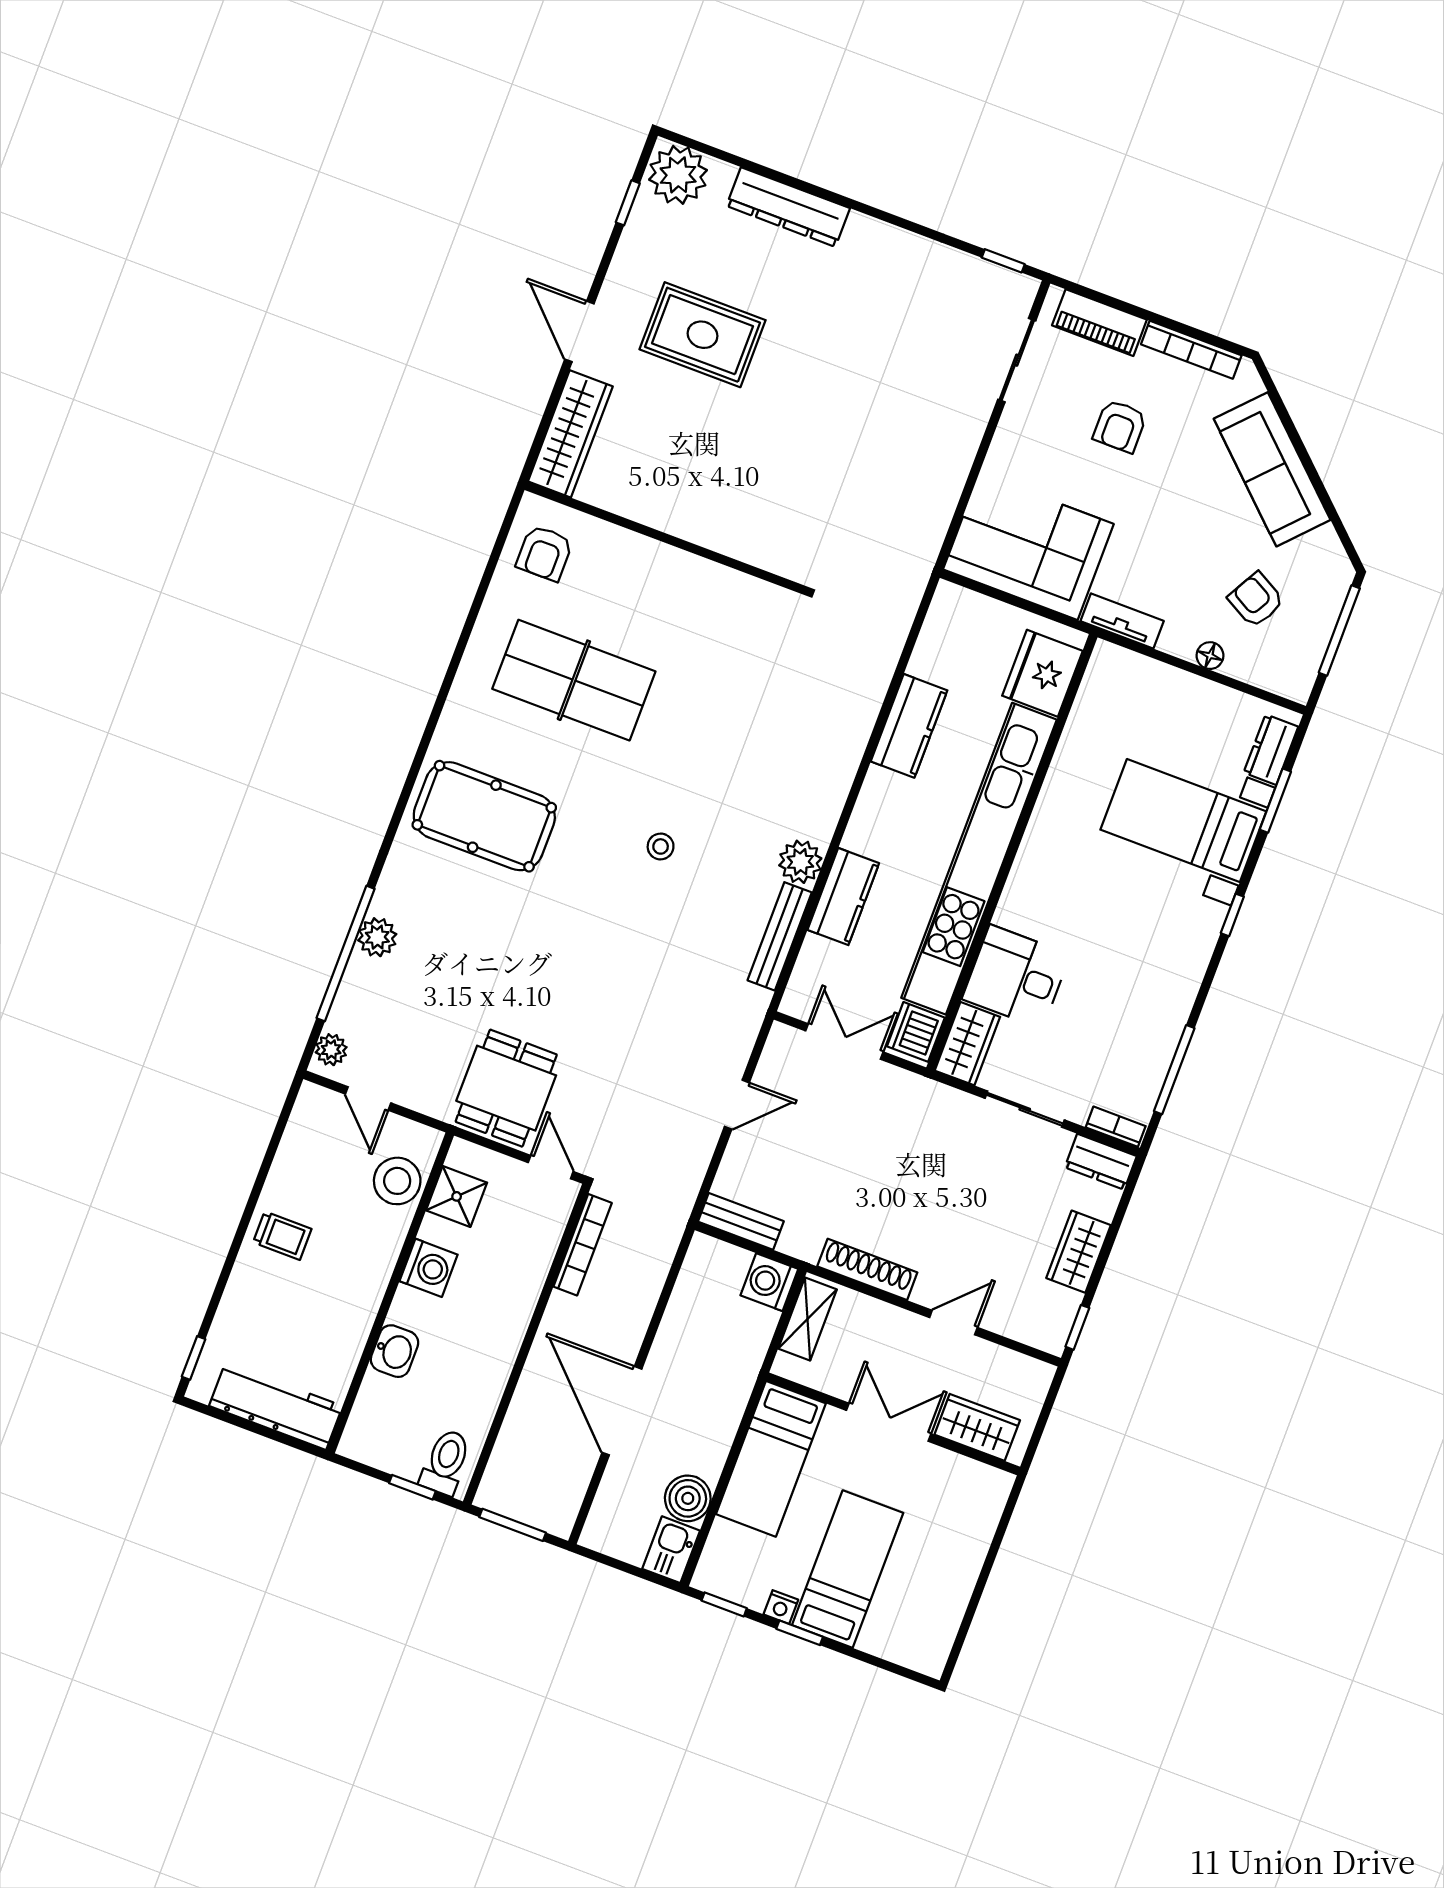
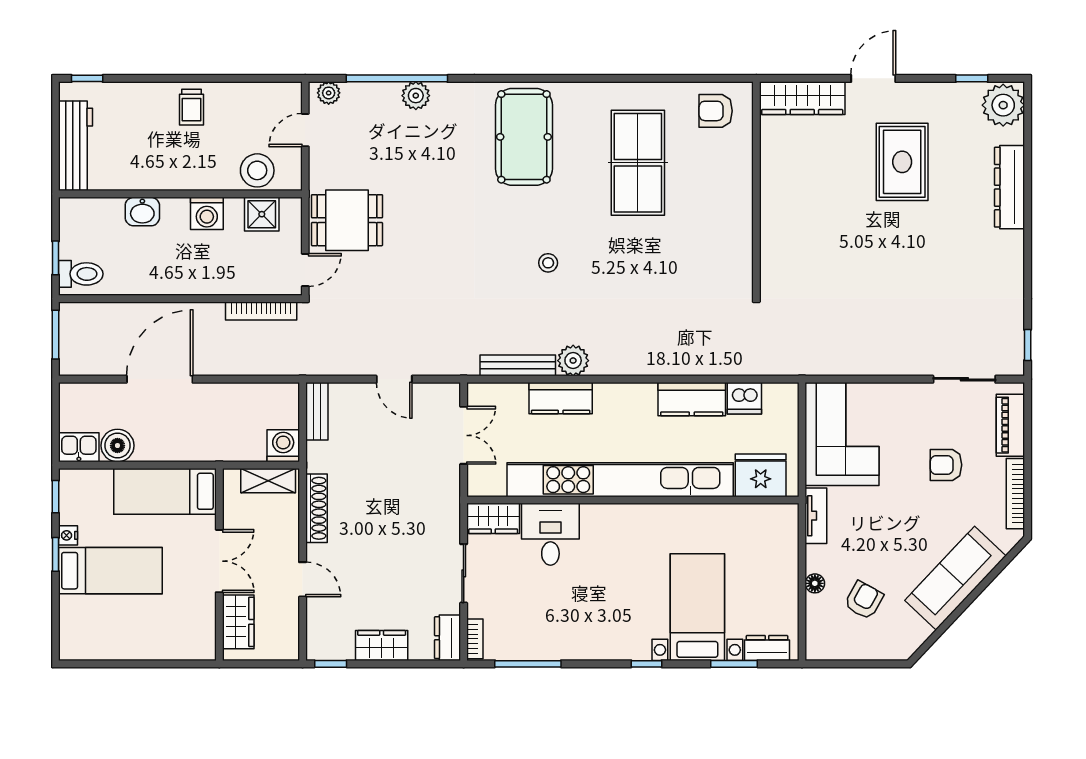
window: (1339, 630) -> (864, 664), removed
dishwasher: (916, 1032) -> (744, 398), moved, turned 180

